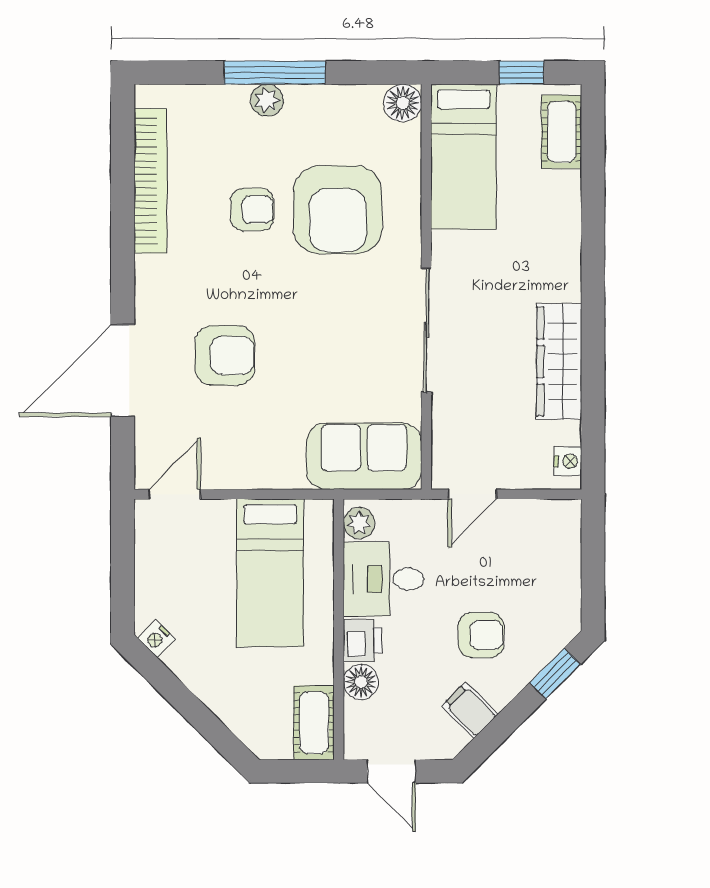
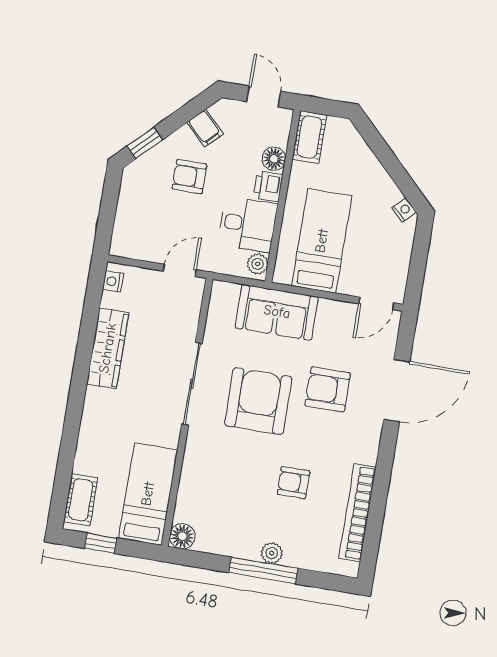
armchair: (338, 210) -> (258, 401), moved
sofa: (364, 456) -> (277, 312), moved

